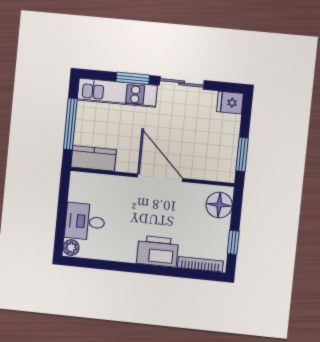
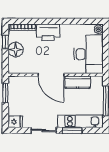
kitchen counter: (94, 158) -> (78, 82), moved
floor lamp: (219, 205) -> (15, 50), moved
desk: (85, 222) -> (89, 54), width x1.87, depth x1.30

